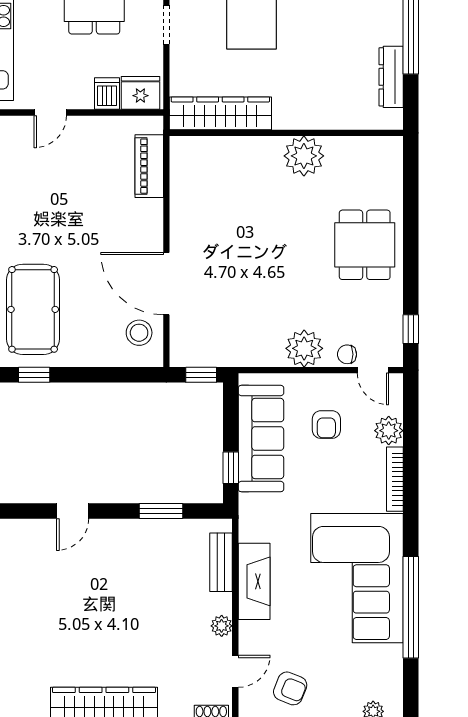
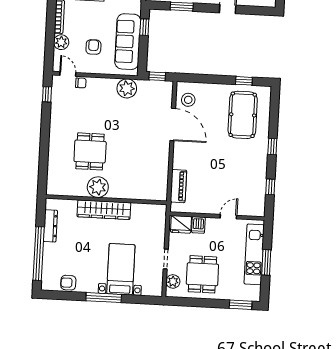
wardrobe: (220, 113) -> (104, 210), moved
dining table: (365, 245) -> (90, 151), moved
plant: (304, 348) -> (127, 88), moved

